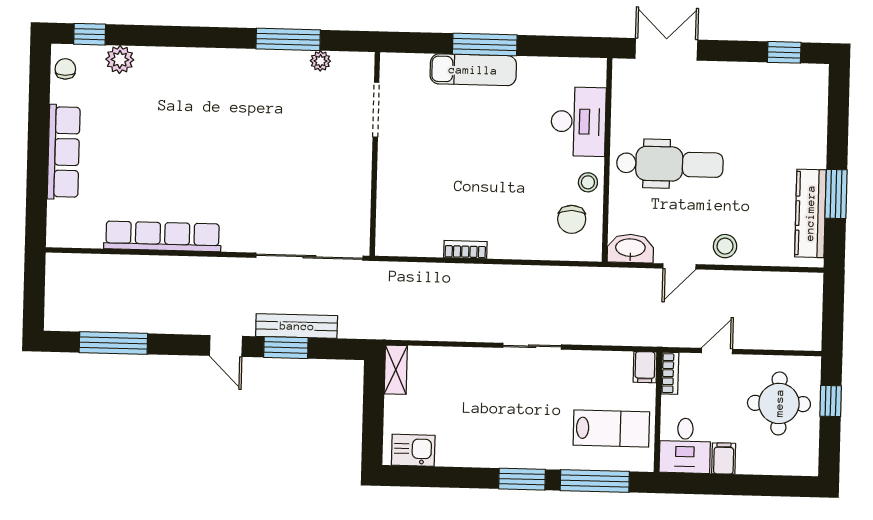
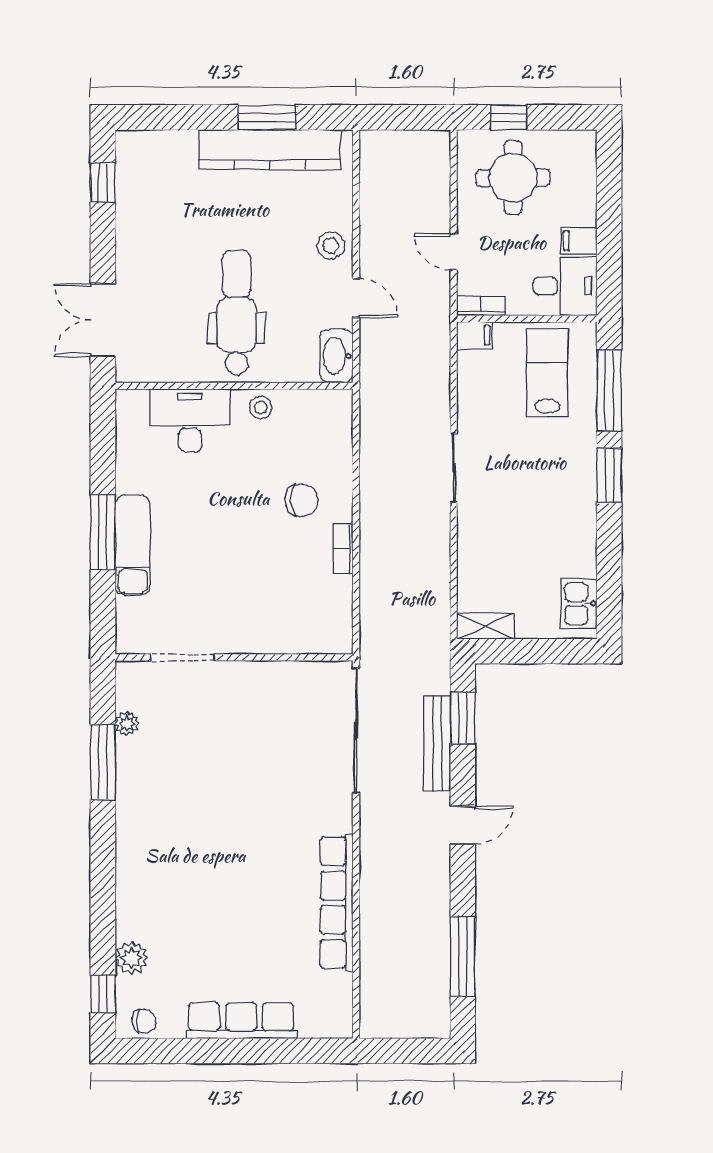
chair: (65, 69) -> (144, 1021), turned 180
kitchen counter: (810, 213) -> (270, 150), width x1.39, depth x1.17
chair: (572, 219) -> (302, 500), moved
window: (286, 348) -> (463, 718), moved

